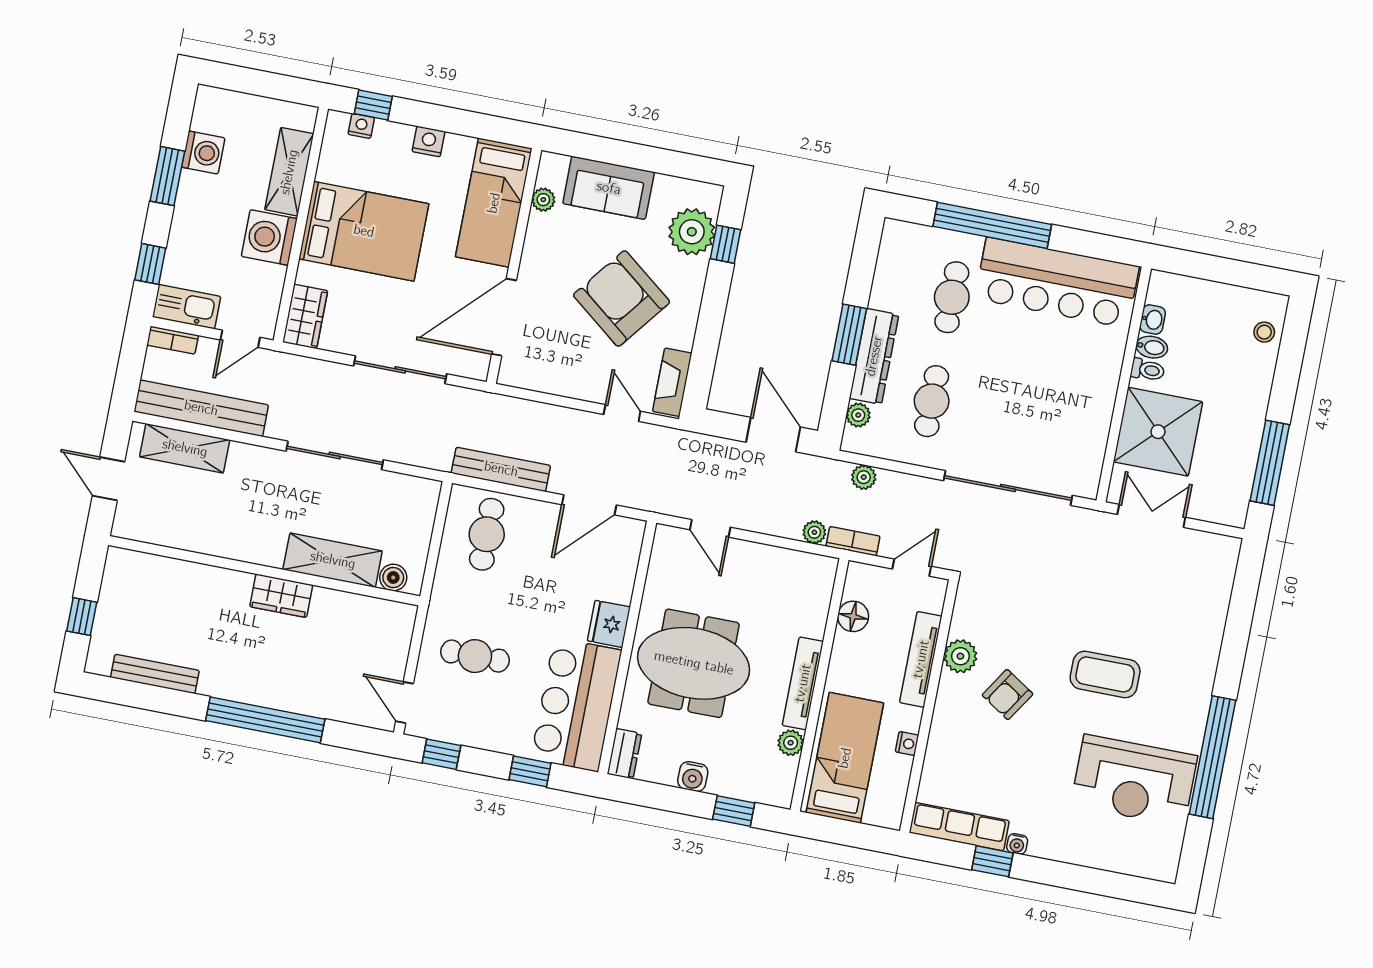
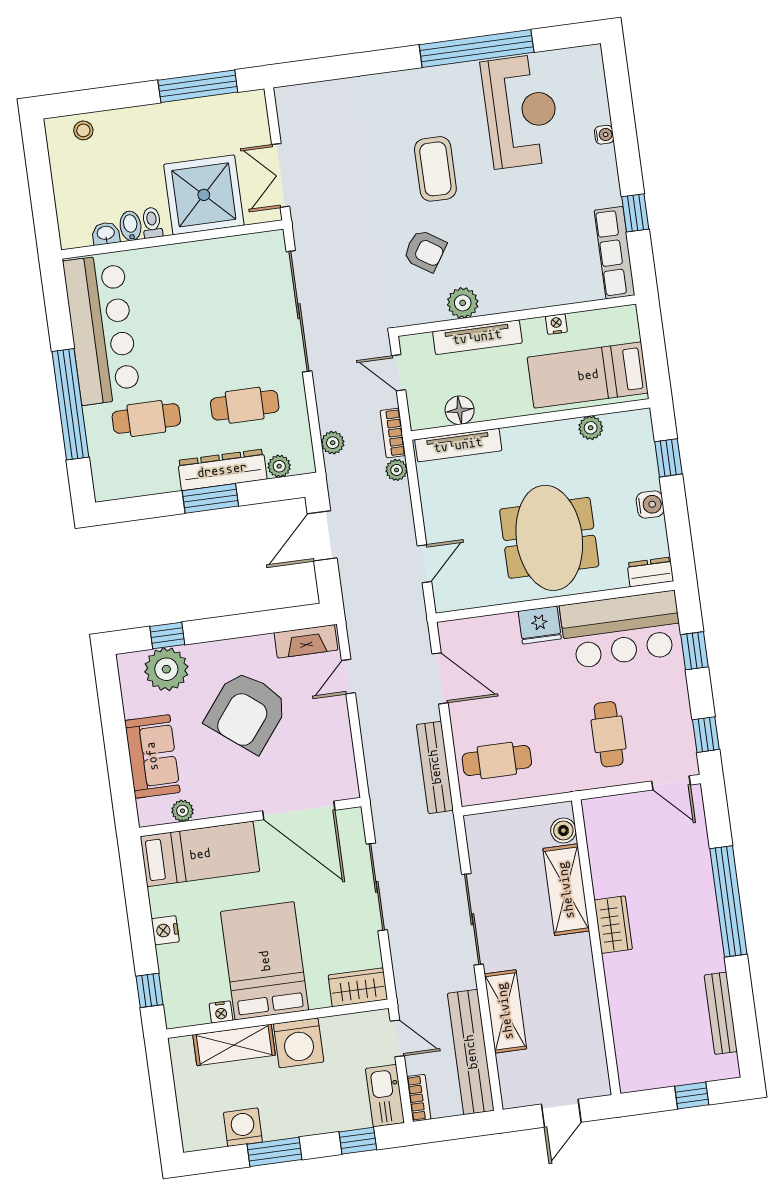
nightstand: (361, 126) -> (221, 1012), moved, turned -90
shelving: (185, 448) -> (505, 1011), moved
tv unit: (803, 683) -> (458, 445), moved
armchair: (1007, 695) -> (425, 251), moved
door: (404, 702) -> (671, 783), hinge flipped
water cooler: (1017, 844) -> (604, 135), moved

